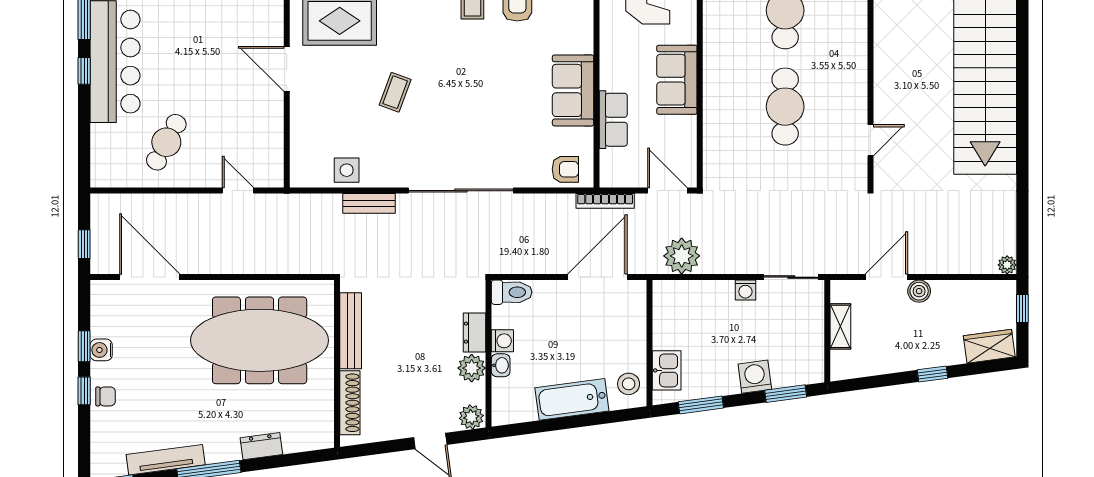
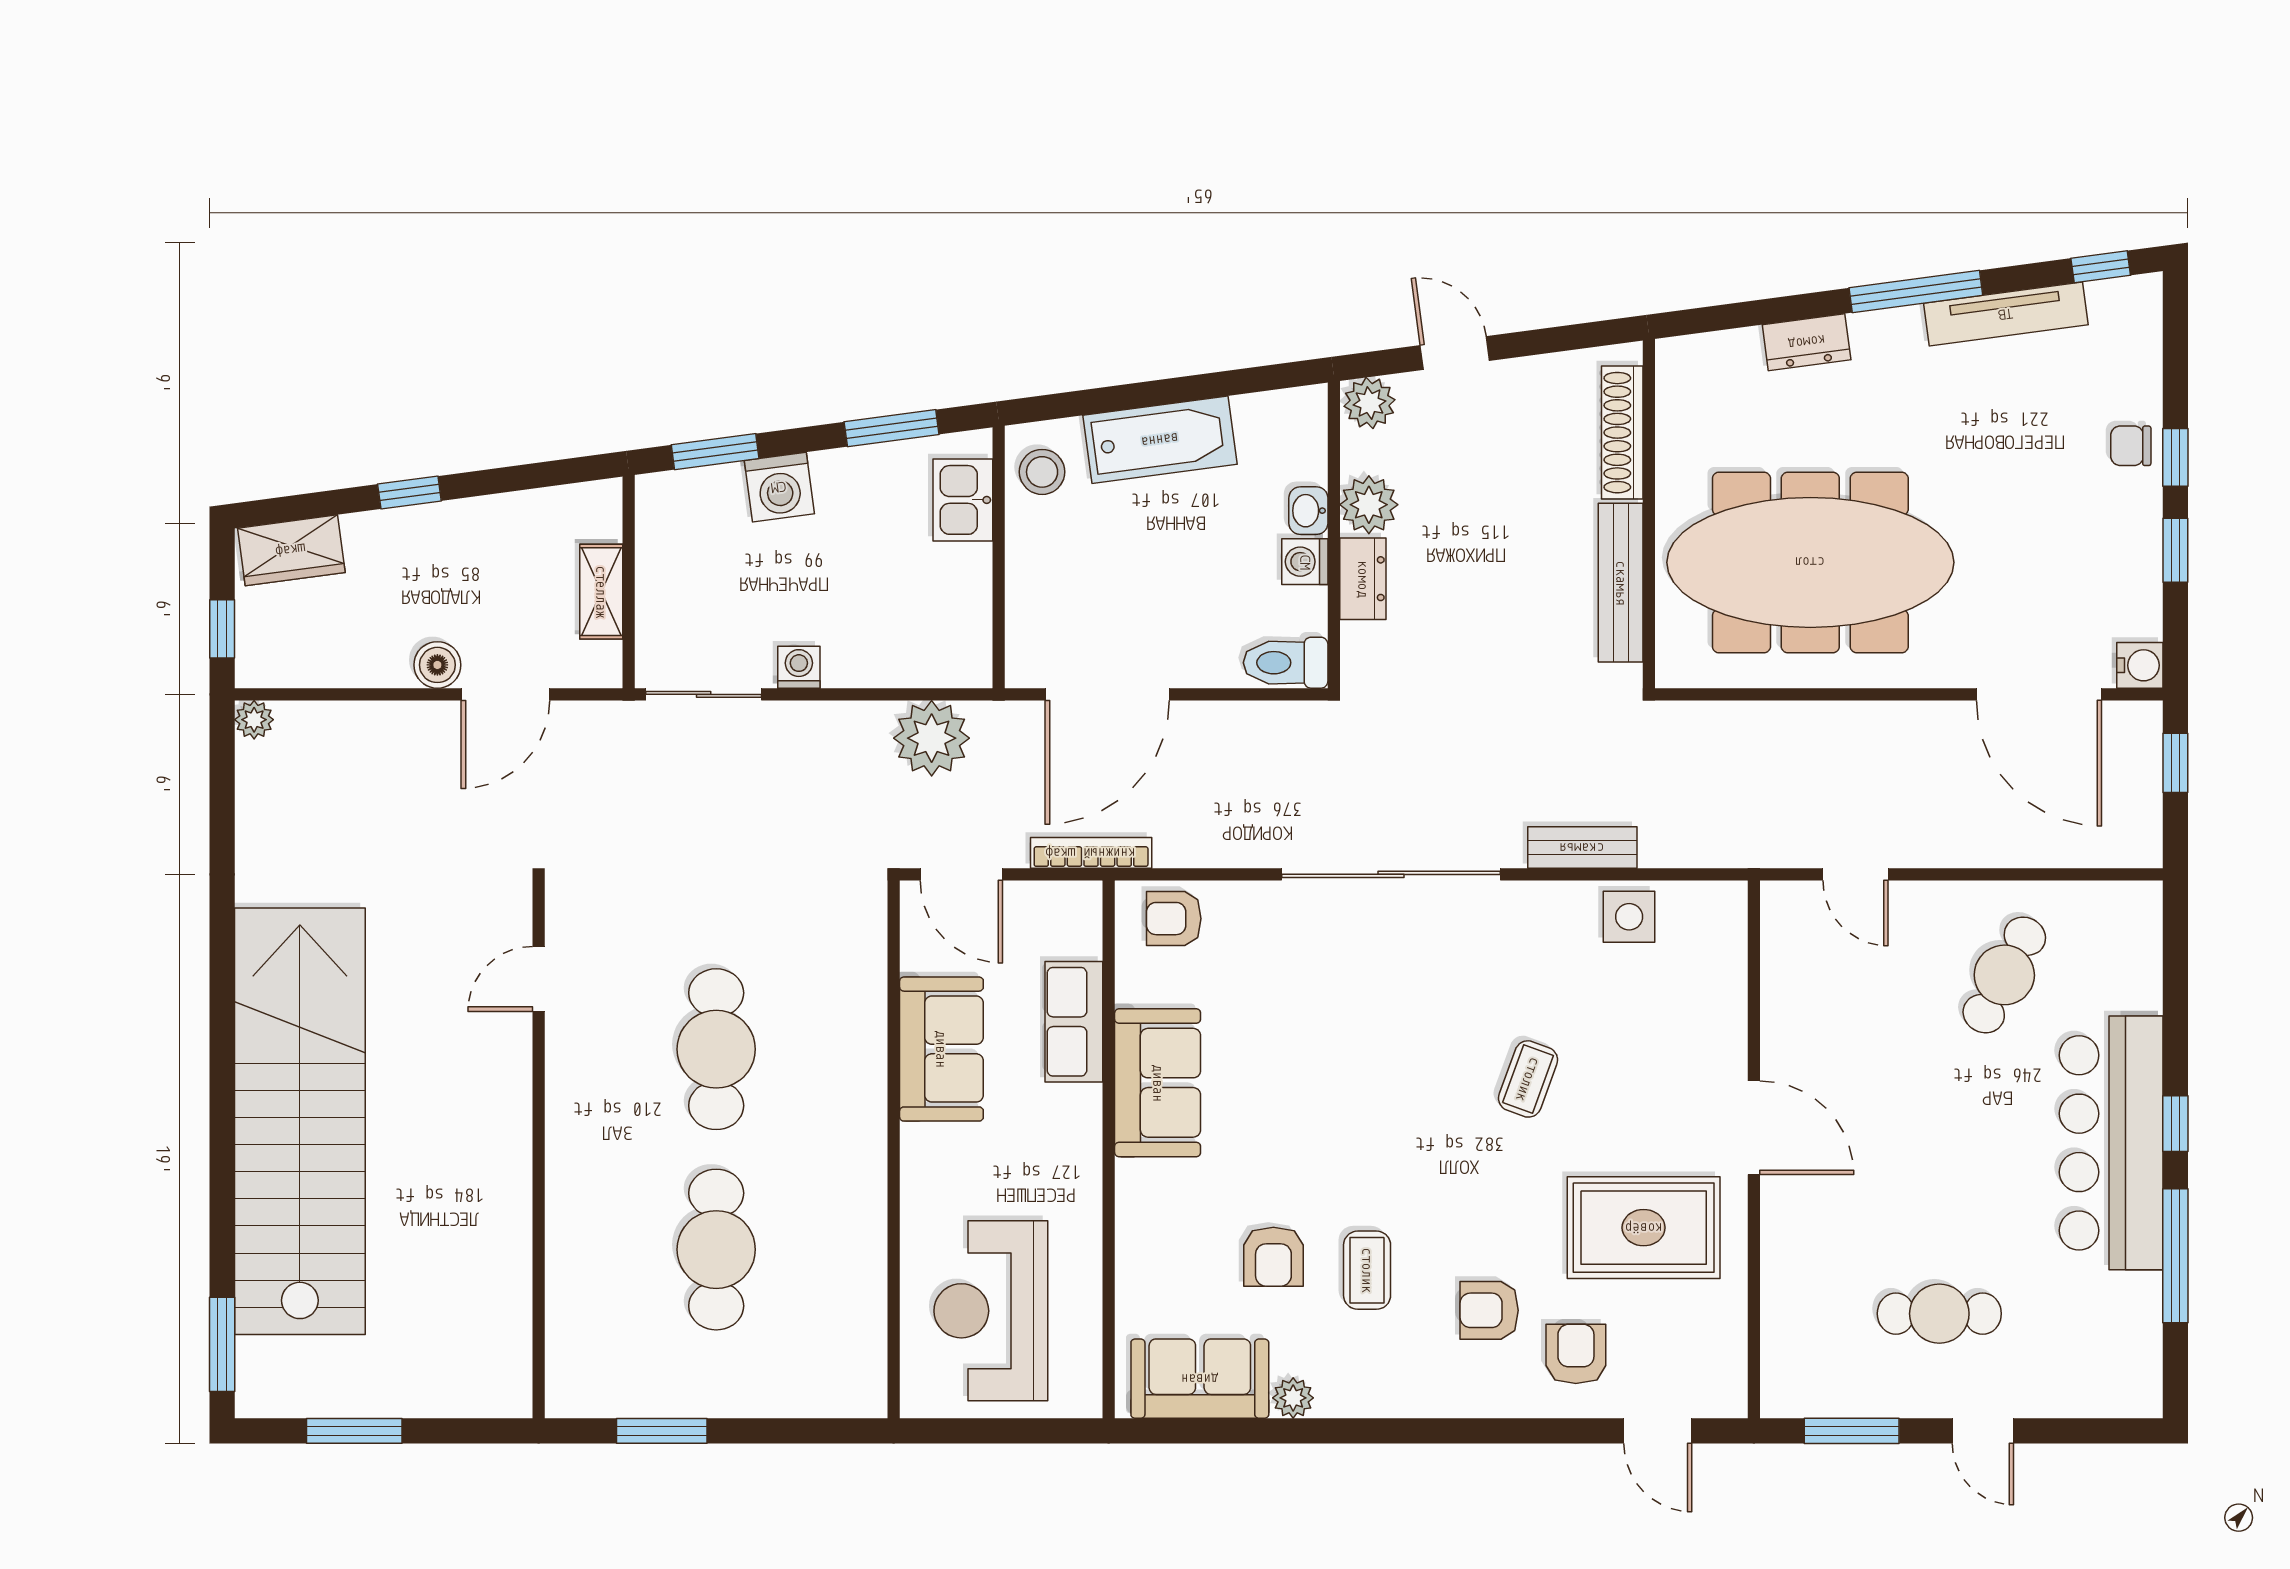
sofa: (677, 80) -> (941, 1049), moved
water cooler: (101, 350) -> (2140, 665), moved

